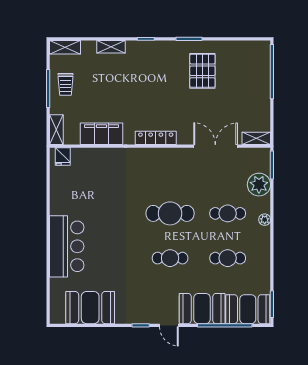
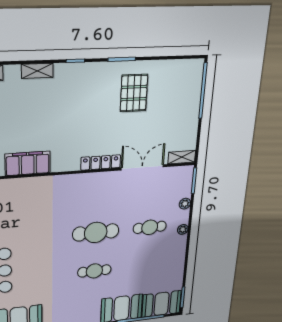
locker: (156, 138) -> (101, 162), moved
plant: (259, 185) -> (185, 204), width x0.53, depth x0.53
cafe table: (228, 258) -> (147, 265), removed

